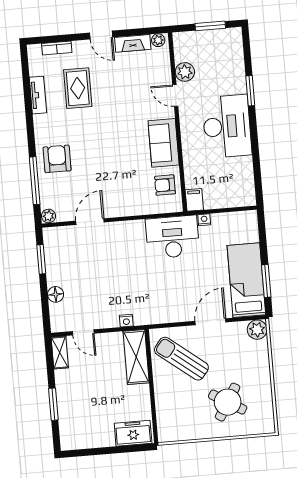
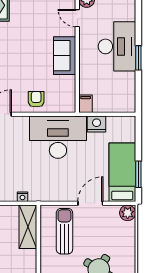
window: (250, 91) -> (138, 58), moved
armchair: (165, 185) -> (36, 99), moved, turned 90
nightstand: (204, 220) -> (97, 124), width x1.89, depth x1.79
desk: (173, 237) -> (58, 137), width x1.36, depth x1.30
sun lounger: (181, 359) -> (64, 231), turned 52

